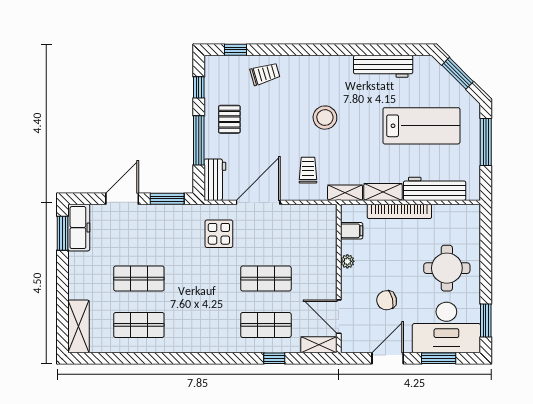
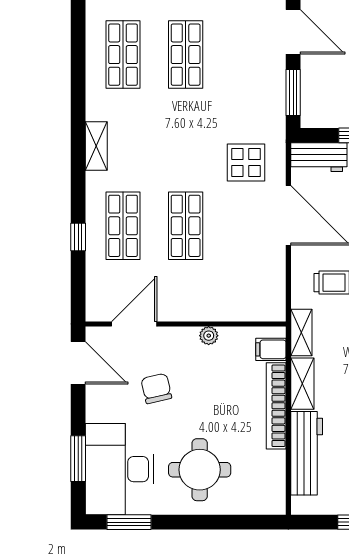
filing cabinet: (352, 231) -> (271, 349), moved, turned 90
shelving: (319, 345) -> (96, 146), moved
door: (388, 358) -> (78, 363), moved

